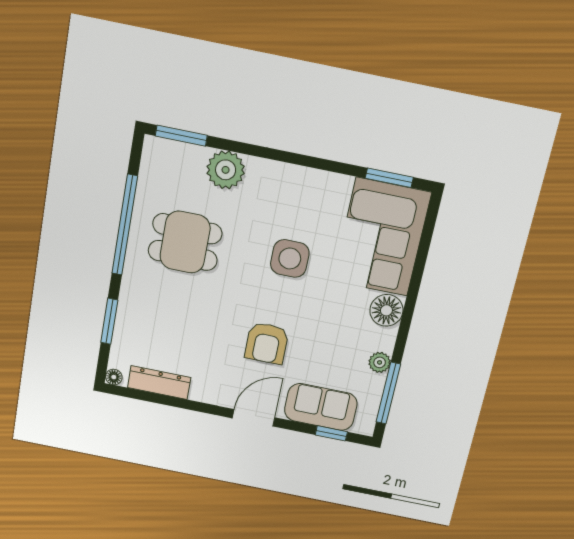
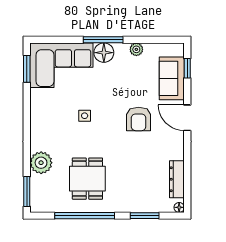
side table: (290, 258) -> (85, 116), width x0.54, depth x0.54
armchair: (267, 343) -> (139, 119), turned 90
window: (388, 393) -> (103, 40), moved

